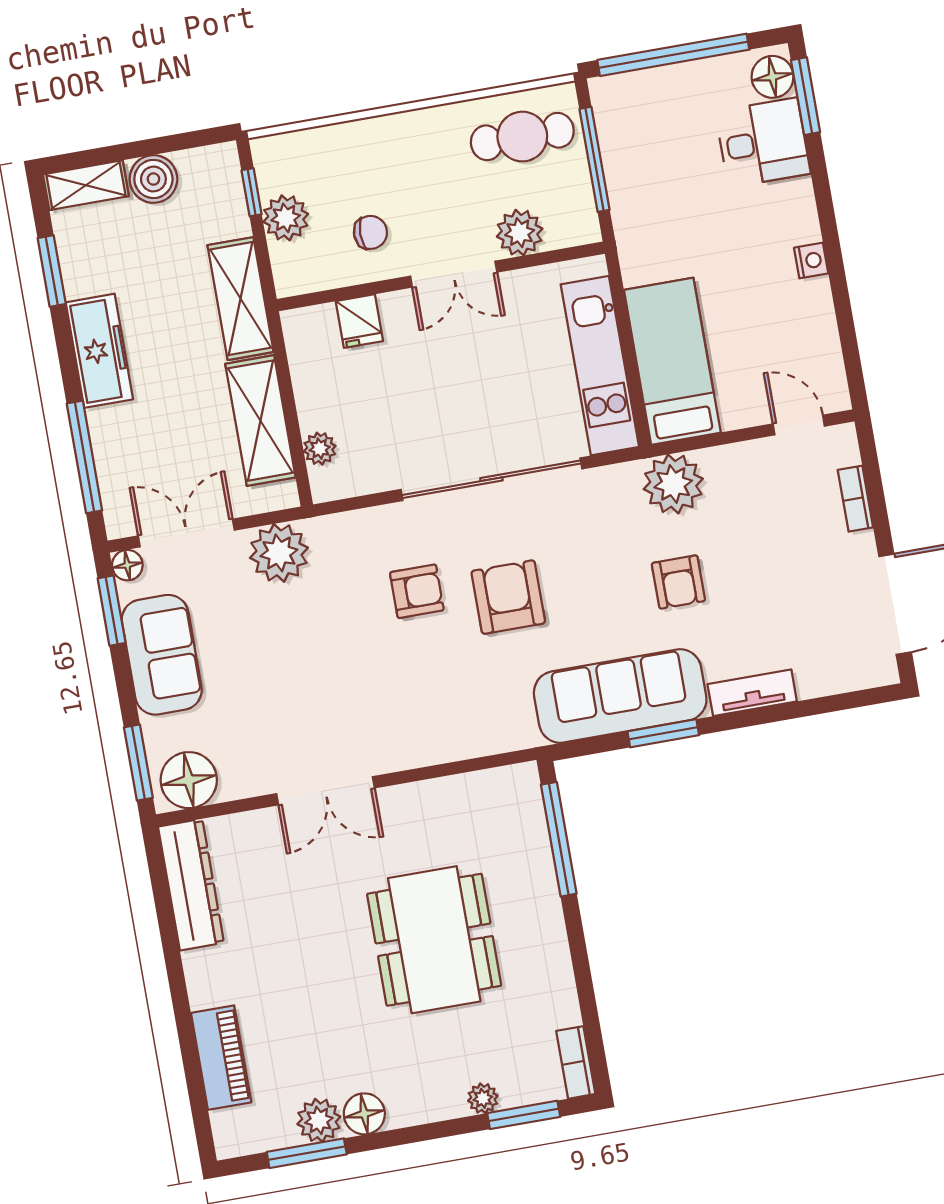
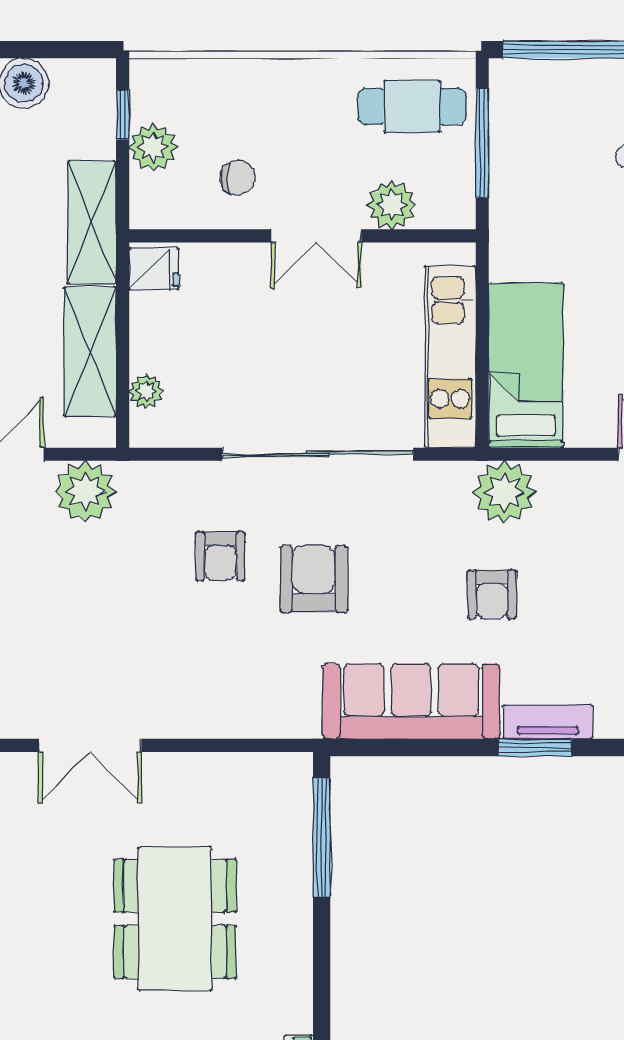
fridge: (359, 321) -> (154, 269), moved, turned -90
armchair: (417, 591) -> (220, 556), turned 90
window: (663, 733) -> (535, 747), moved

